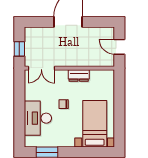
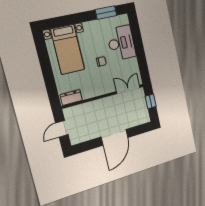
door: (119, 47) -> (62, 129), swing flipped
dresser: (79, 76) -> (71, 97), moved

